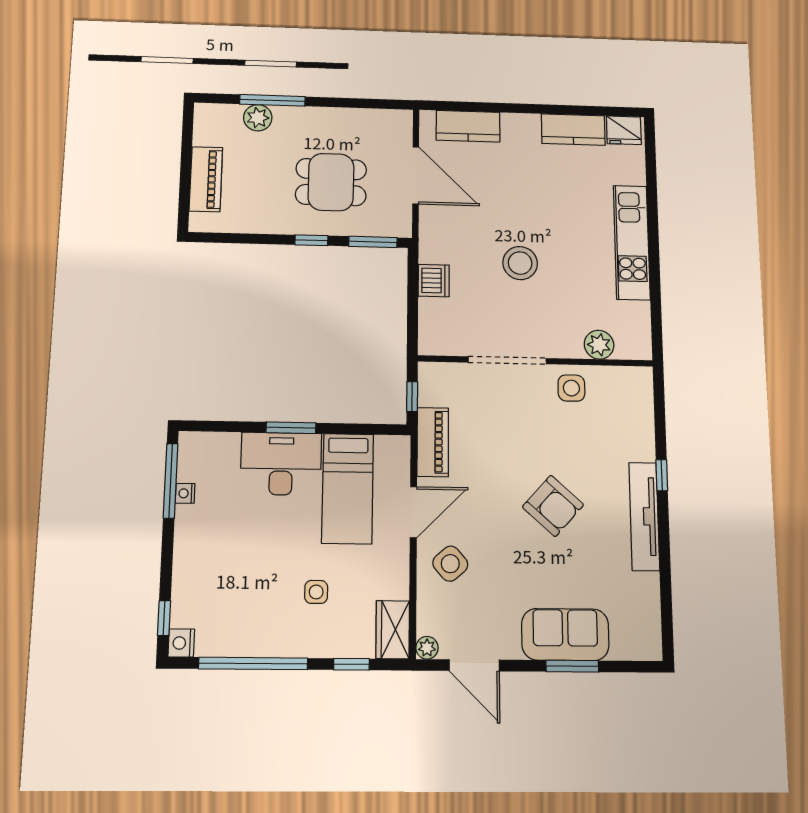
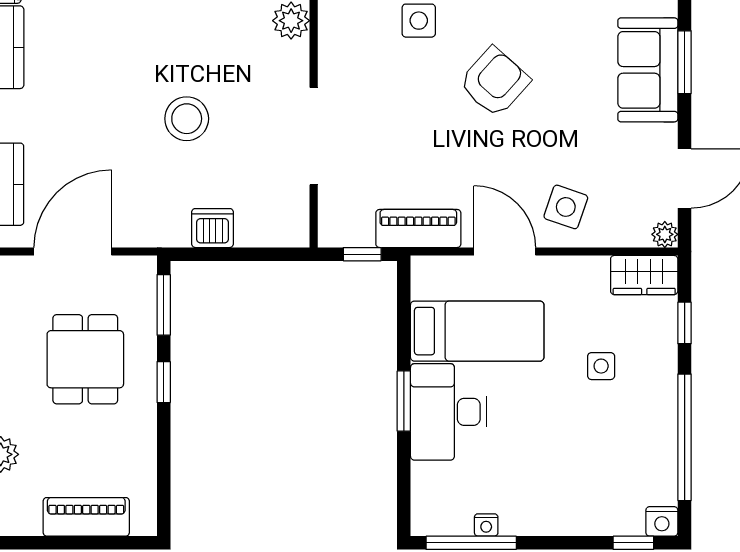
side table: (571, 388) -> (419, 21), moved
side table: (450, 564) -> (566, 207), turned -30

